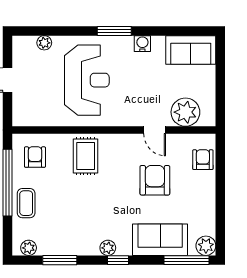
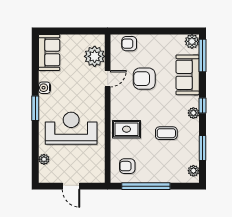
coffee table: (26, 203) -> (166, 133), moved

